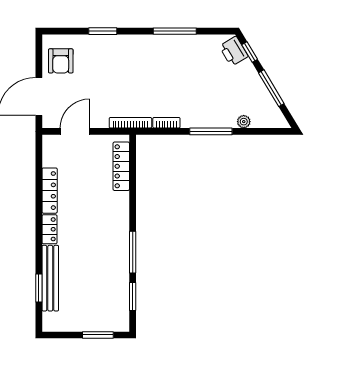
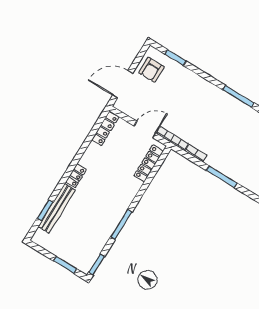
window: (103, 31) -> (175, 58), moved
plant: (244, 122) -> (247, 184), removed
door: (75, 131) -> (145, 130), moved
locker: (50, 191) -> (105, 129), moved
window: (133, 296) -> (97, 265), moved

